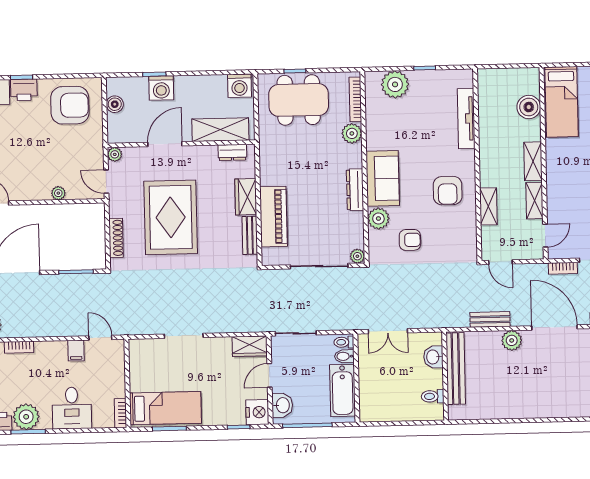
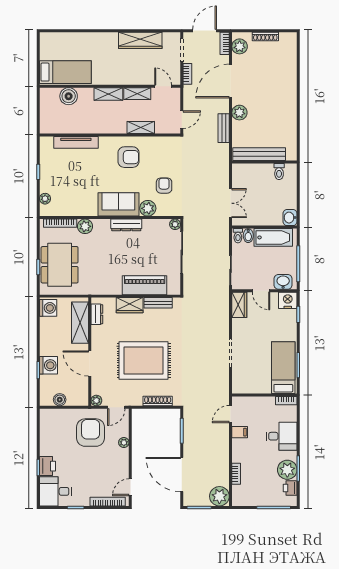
plant: (395, 84) -> (45, 199), width x0.53, depth x0.53
armchair: (70, 105) -> (91, 433), moved
washbasin: (433, 357) -> (290, 218), moved, turned 90

